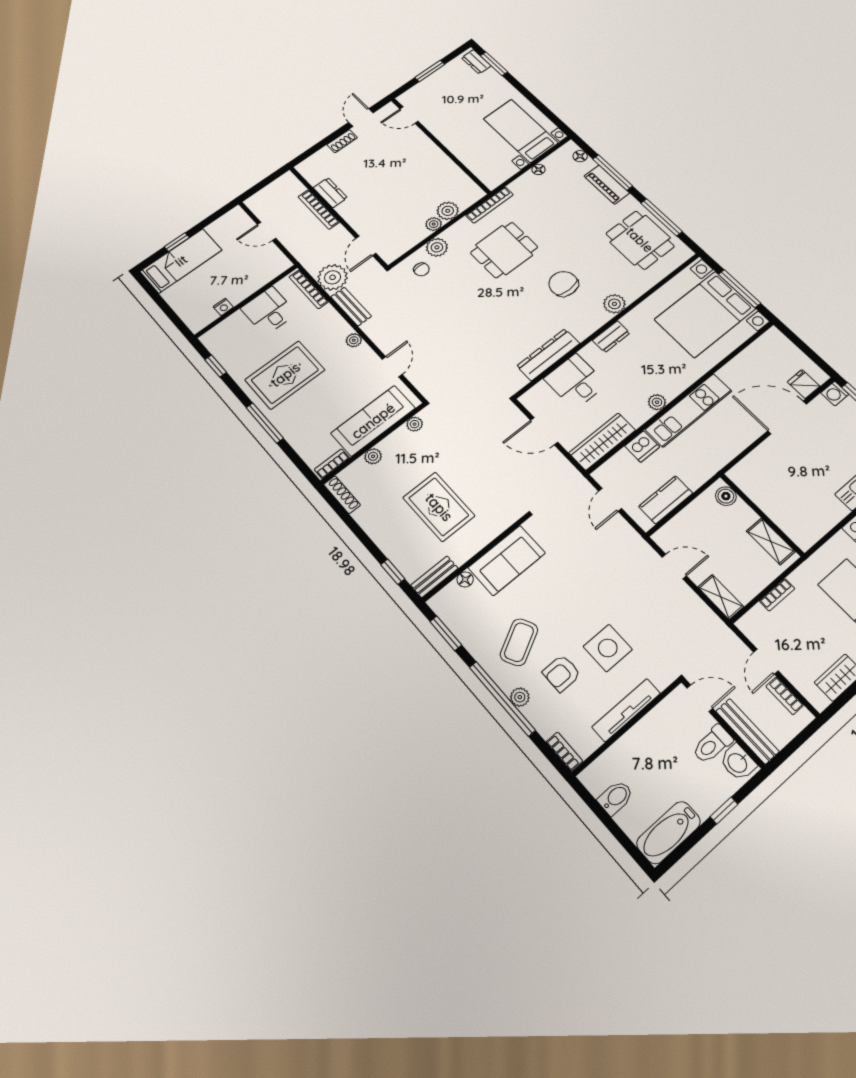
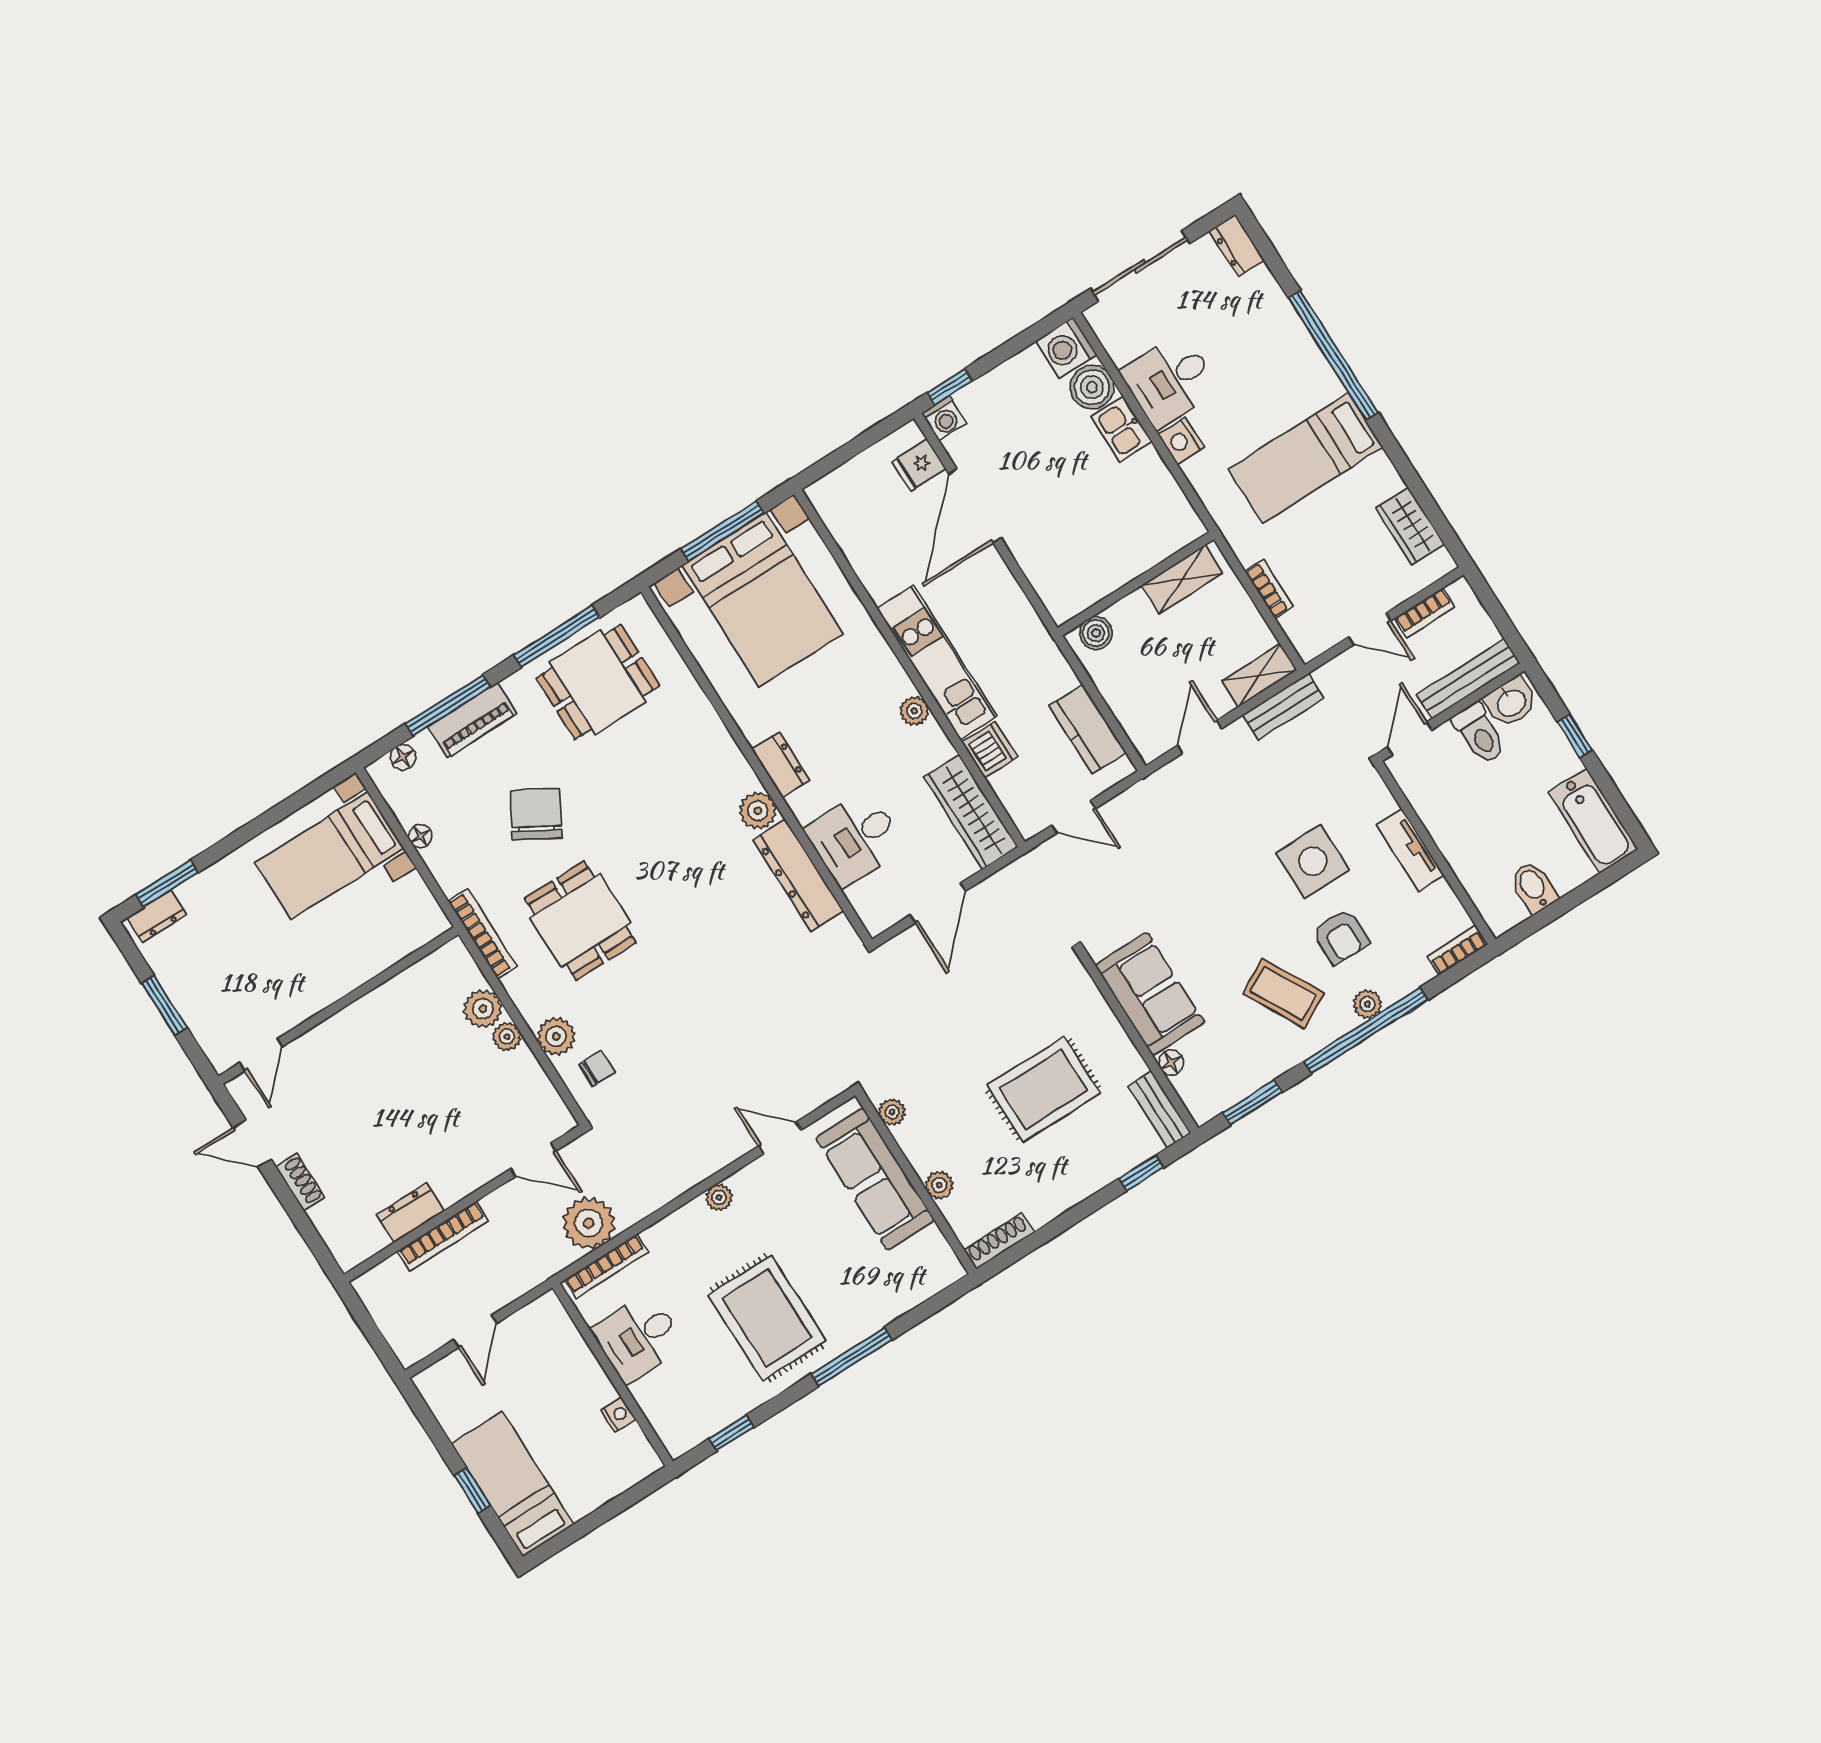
chair: (563, 284) -> (536, 814), moved, turned 120
plant: (614, 304) -> (758, 811), moved
bench: (351, 307) -> (1283, 706), moved
bookcase: (332, 464) -> (942, 1253), removed
tv unit: (626, 710) -> (1410, 850), width x0.71

